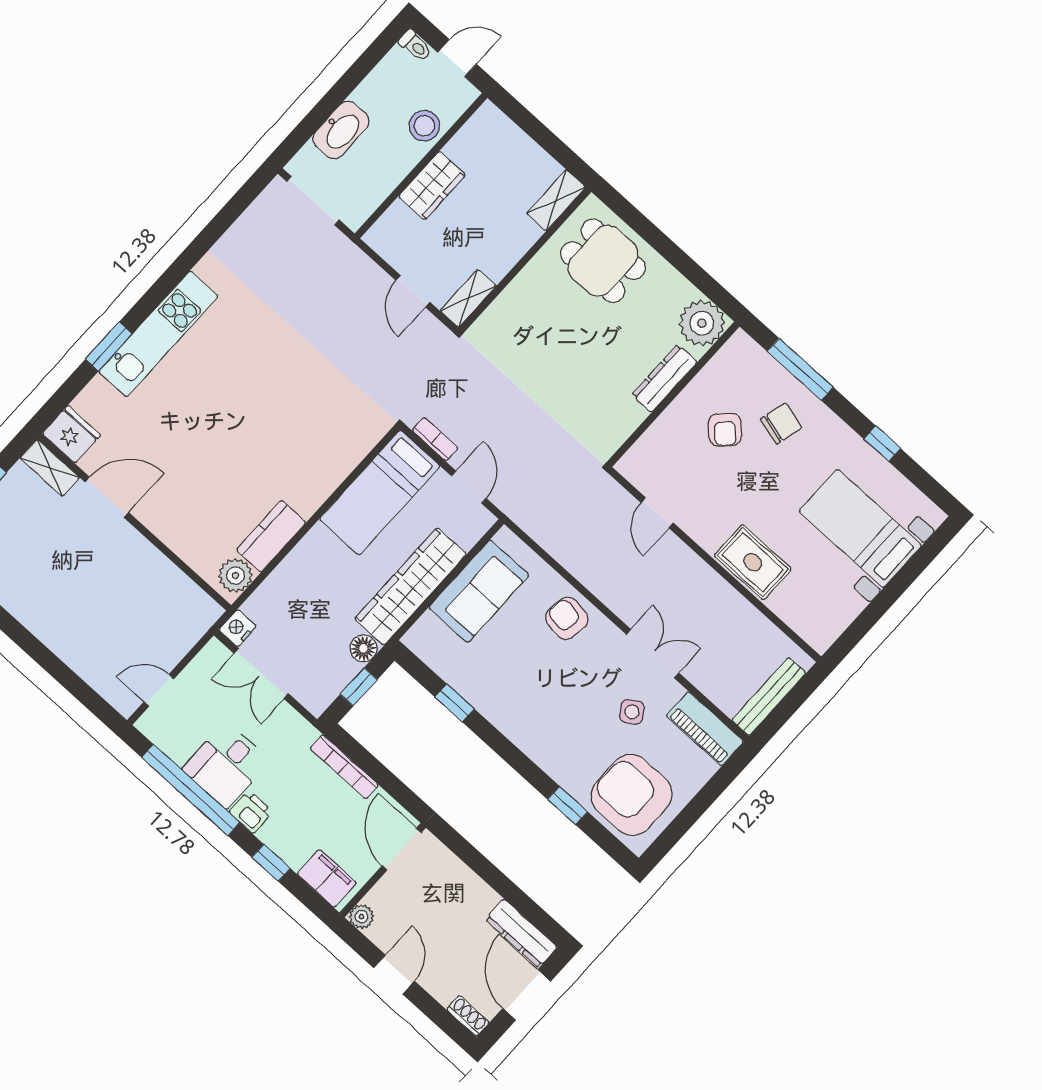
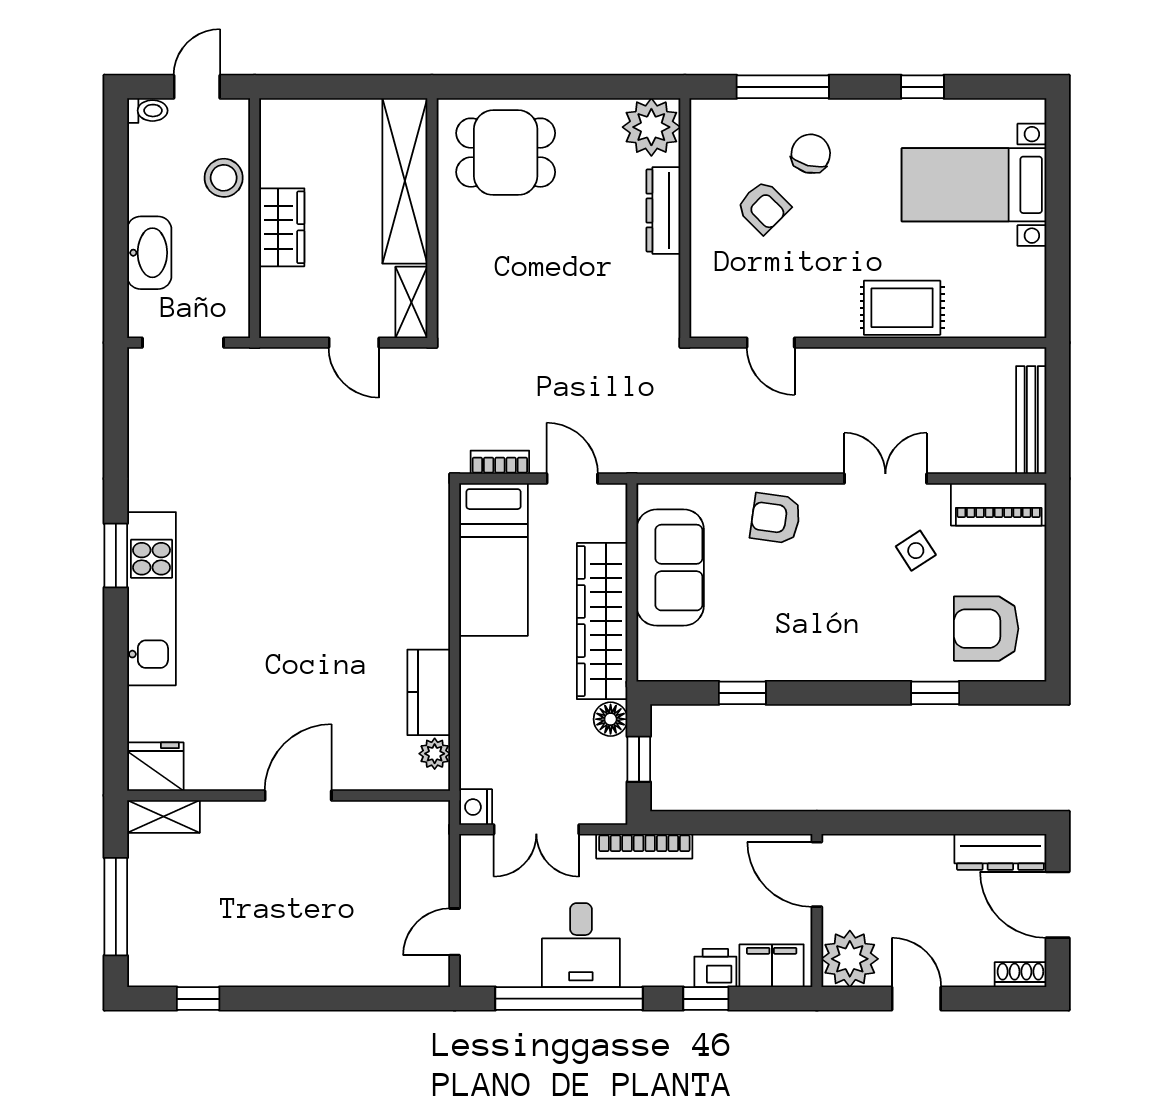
shelving: (556, 200) -> (405, 181), width x2.20, depth x1.33
window: (109, 346) -> (116, 555), moved
door: (107, 497) -> (298, 795), moved
plant: (235, 575) -> (435, 754), width x0.73, depth x0.73
bookcase: (344, 767) -> (644, 846), moved
armchair: (632, 795) -> (986, 629), width x0.73, depth x0.73
printer: (251, 812) -> (715, 968), moved
plant: (361, 917) -> (850, 959), width x1.87, depth x1.87

